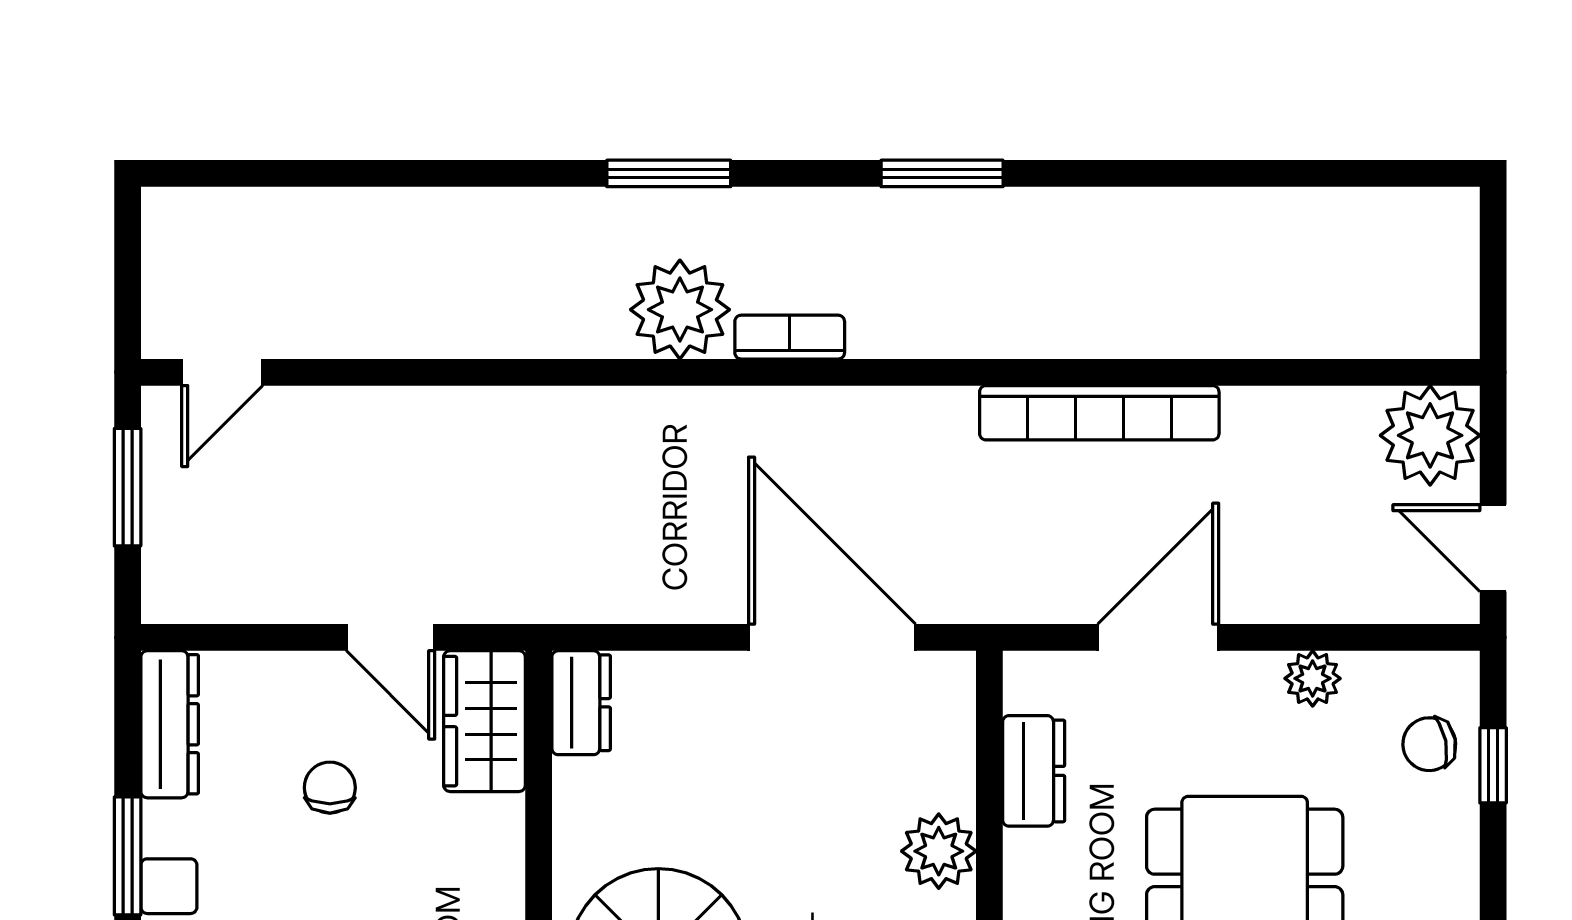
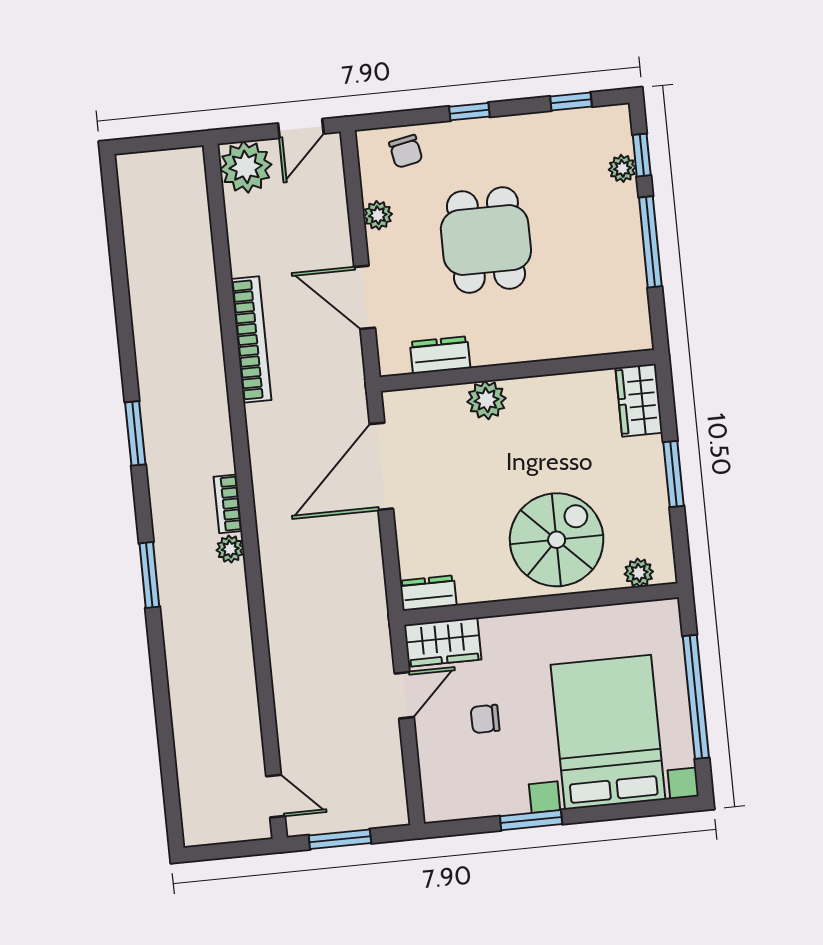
plant: (680, 310) -> (230, 549), width x0.53, depth x0.53
dresser: (170, 724) -> (461, 805), removed
window: (1493, 765) -> (469, 112), moved

